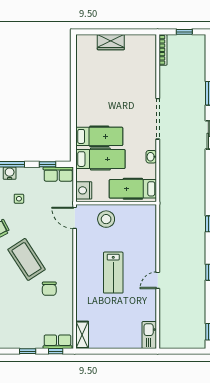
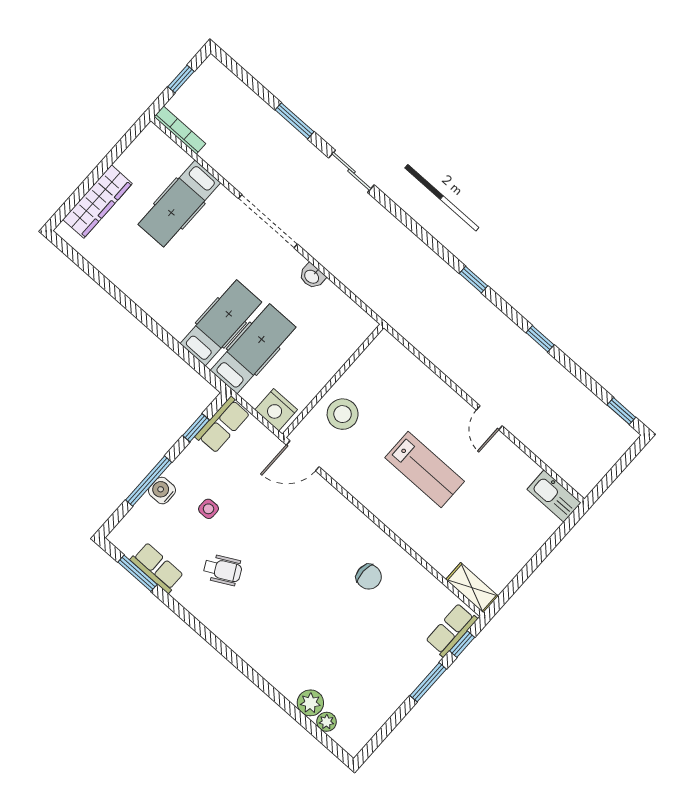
wardrobe: (111, 42) -> (98, 202), width x1.50
hospital bed: (133, 189) -> (179, 204), moved
coffee table: (27, 259) -> (301, 572), removed
window: (28, 351) -> (428, 682), width x1.50

